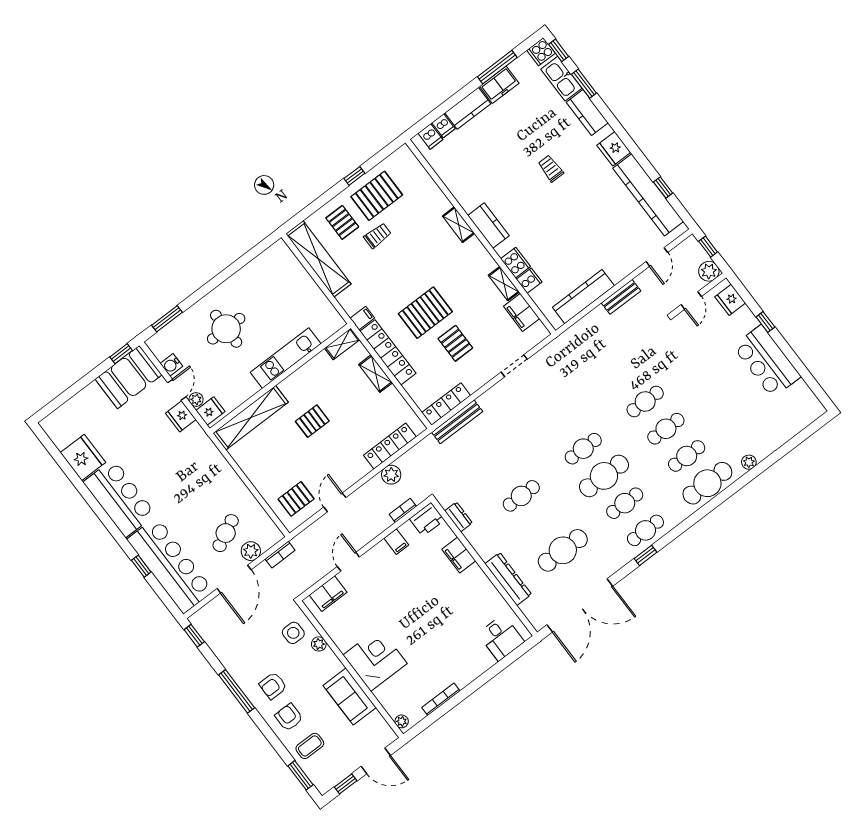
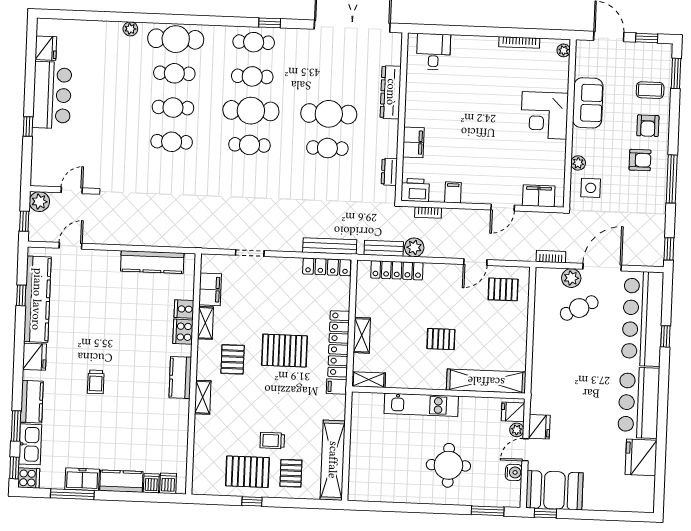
bench: (621, 297) -> (384, 248), moved
fridge: (730, 300) -> (46, 48), moved
pallet: (455, 343) -> (233, 359), moved
cafe table: (563, 550) -> (329, 114), moved

